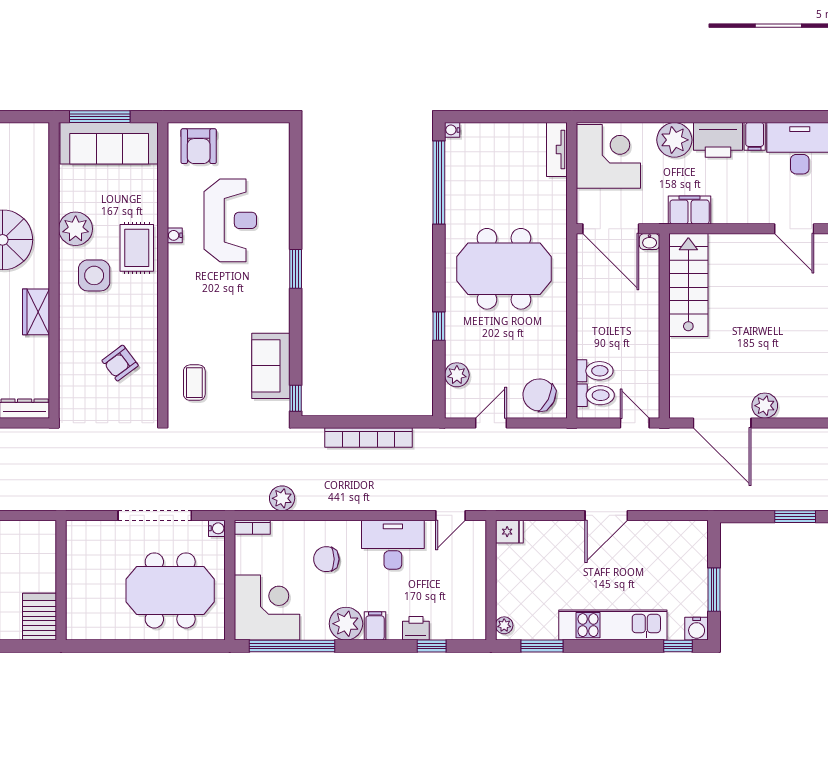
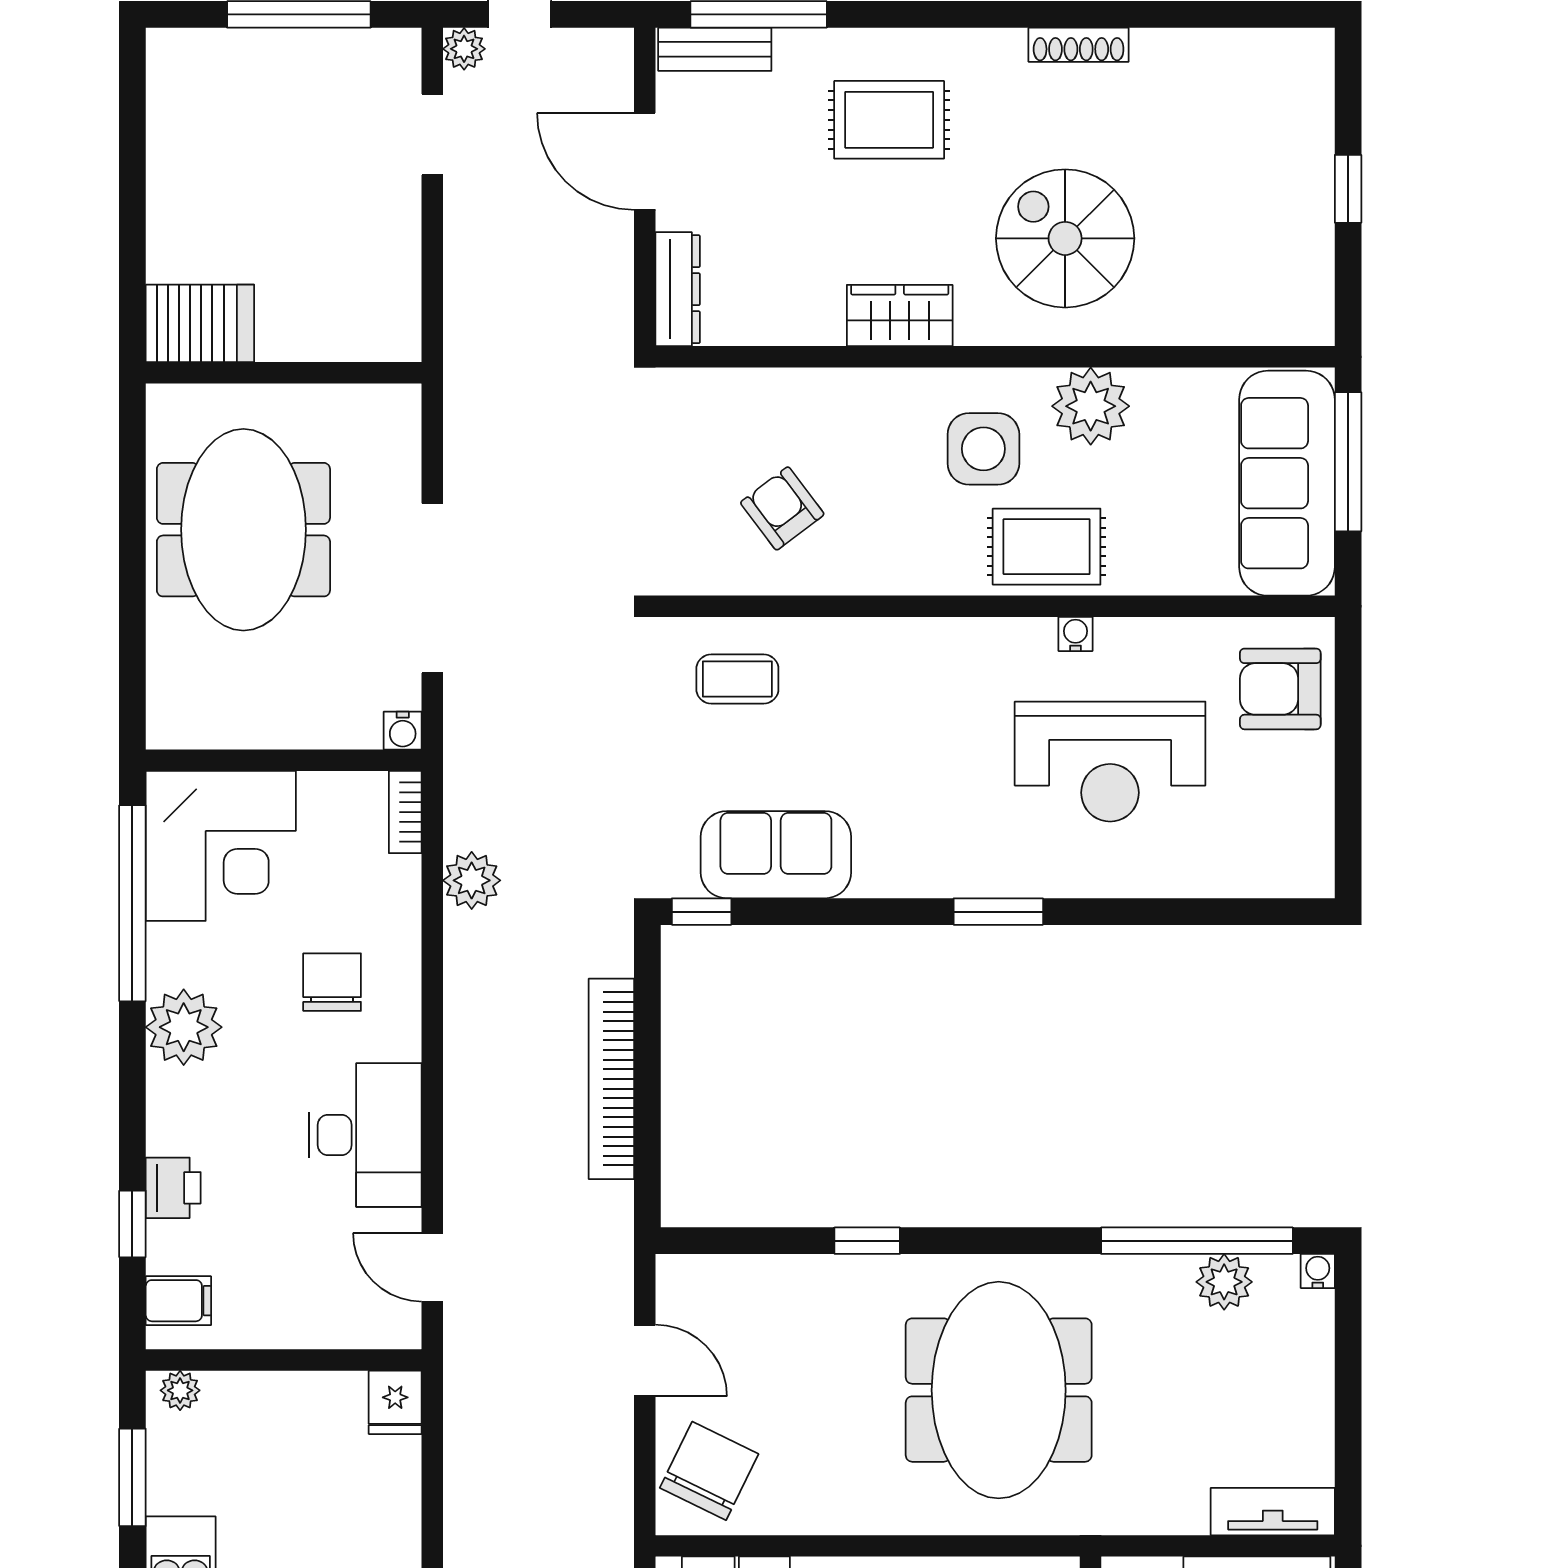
plant: (457, 375) -> (1224, 1282), moved
meeting table: (170, 590) -> (243, 530), moved
filing cabinet: (375, 626) -> (178, 1301), moved

